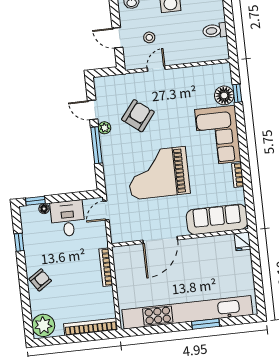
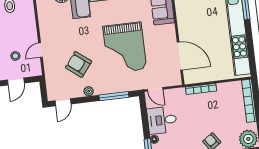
door: (156, 69) -> (40, 50), hinge flipped
door: (93, 110) -> (63, 102), moved
window: (97, 145) -> (114, 96), moved
door: (160, 240) -> (180, 56), moved

